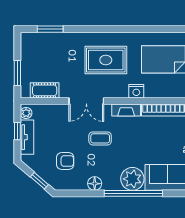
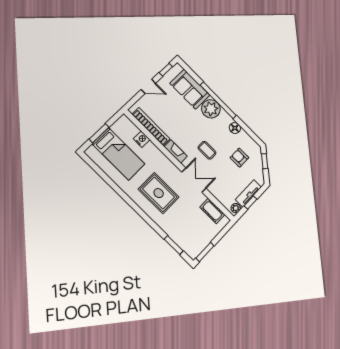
window: (17, 73) -> (205, 252), moved
nightstand: (136, 91) -> (142, 139), moved

